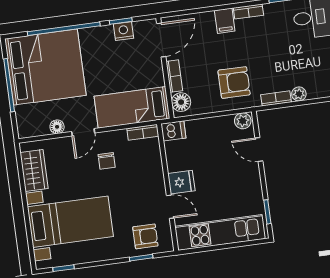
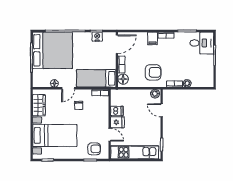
dishwasher: (173, 131) -> (117, 111), moved

